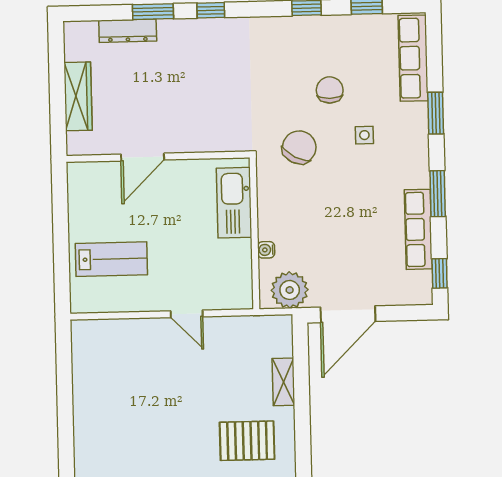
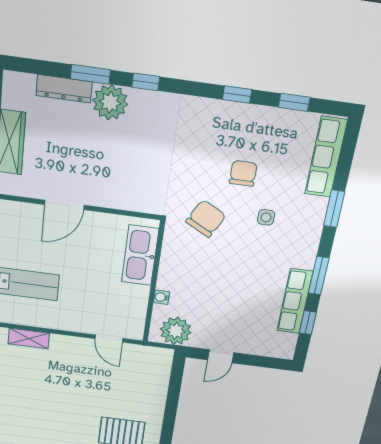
plant: (177, 37) -> (110, 102), added
window: (440, 273) -> (308, 323), moved
door: (187, 314) -> (109, 339), moved
door: (348, 314) -> (221, 356), width x0.53
shelving: (283, 382) -> (29, 339), moved, turned 90

